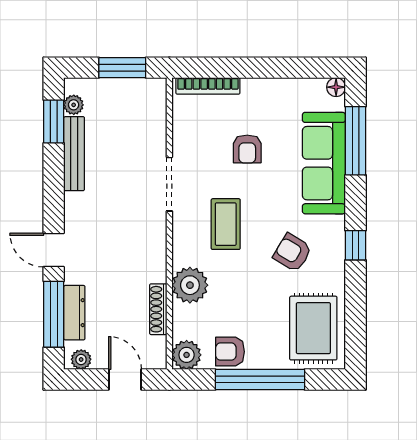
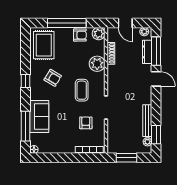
armchair: (247, 149) -> (86, 123), moved
sofa: (324, 163) -> (39, 117), width x0.73

